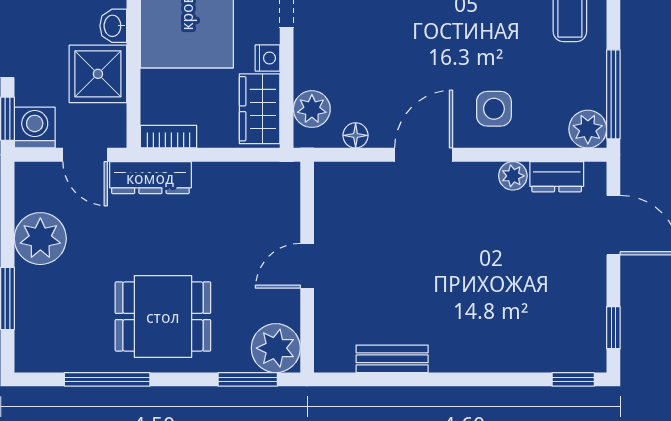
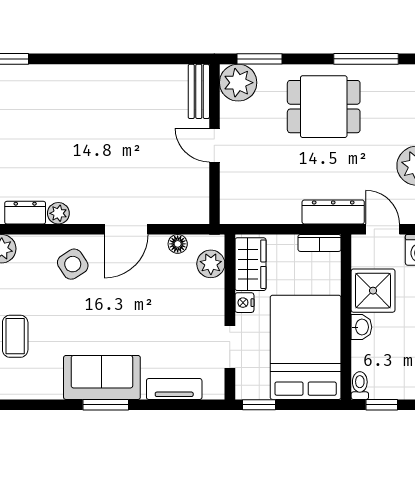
side table: (494, 109) -> (73, 264), turned -33
door: (307, 266) -> (214, 145), swing flipped
bench: (392, 359) -> (199, 91), moved, turned 90

